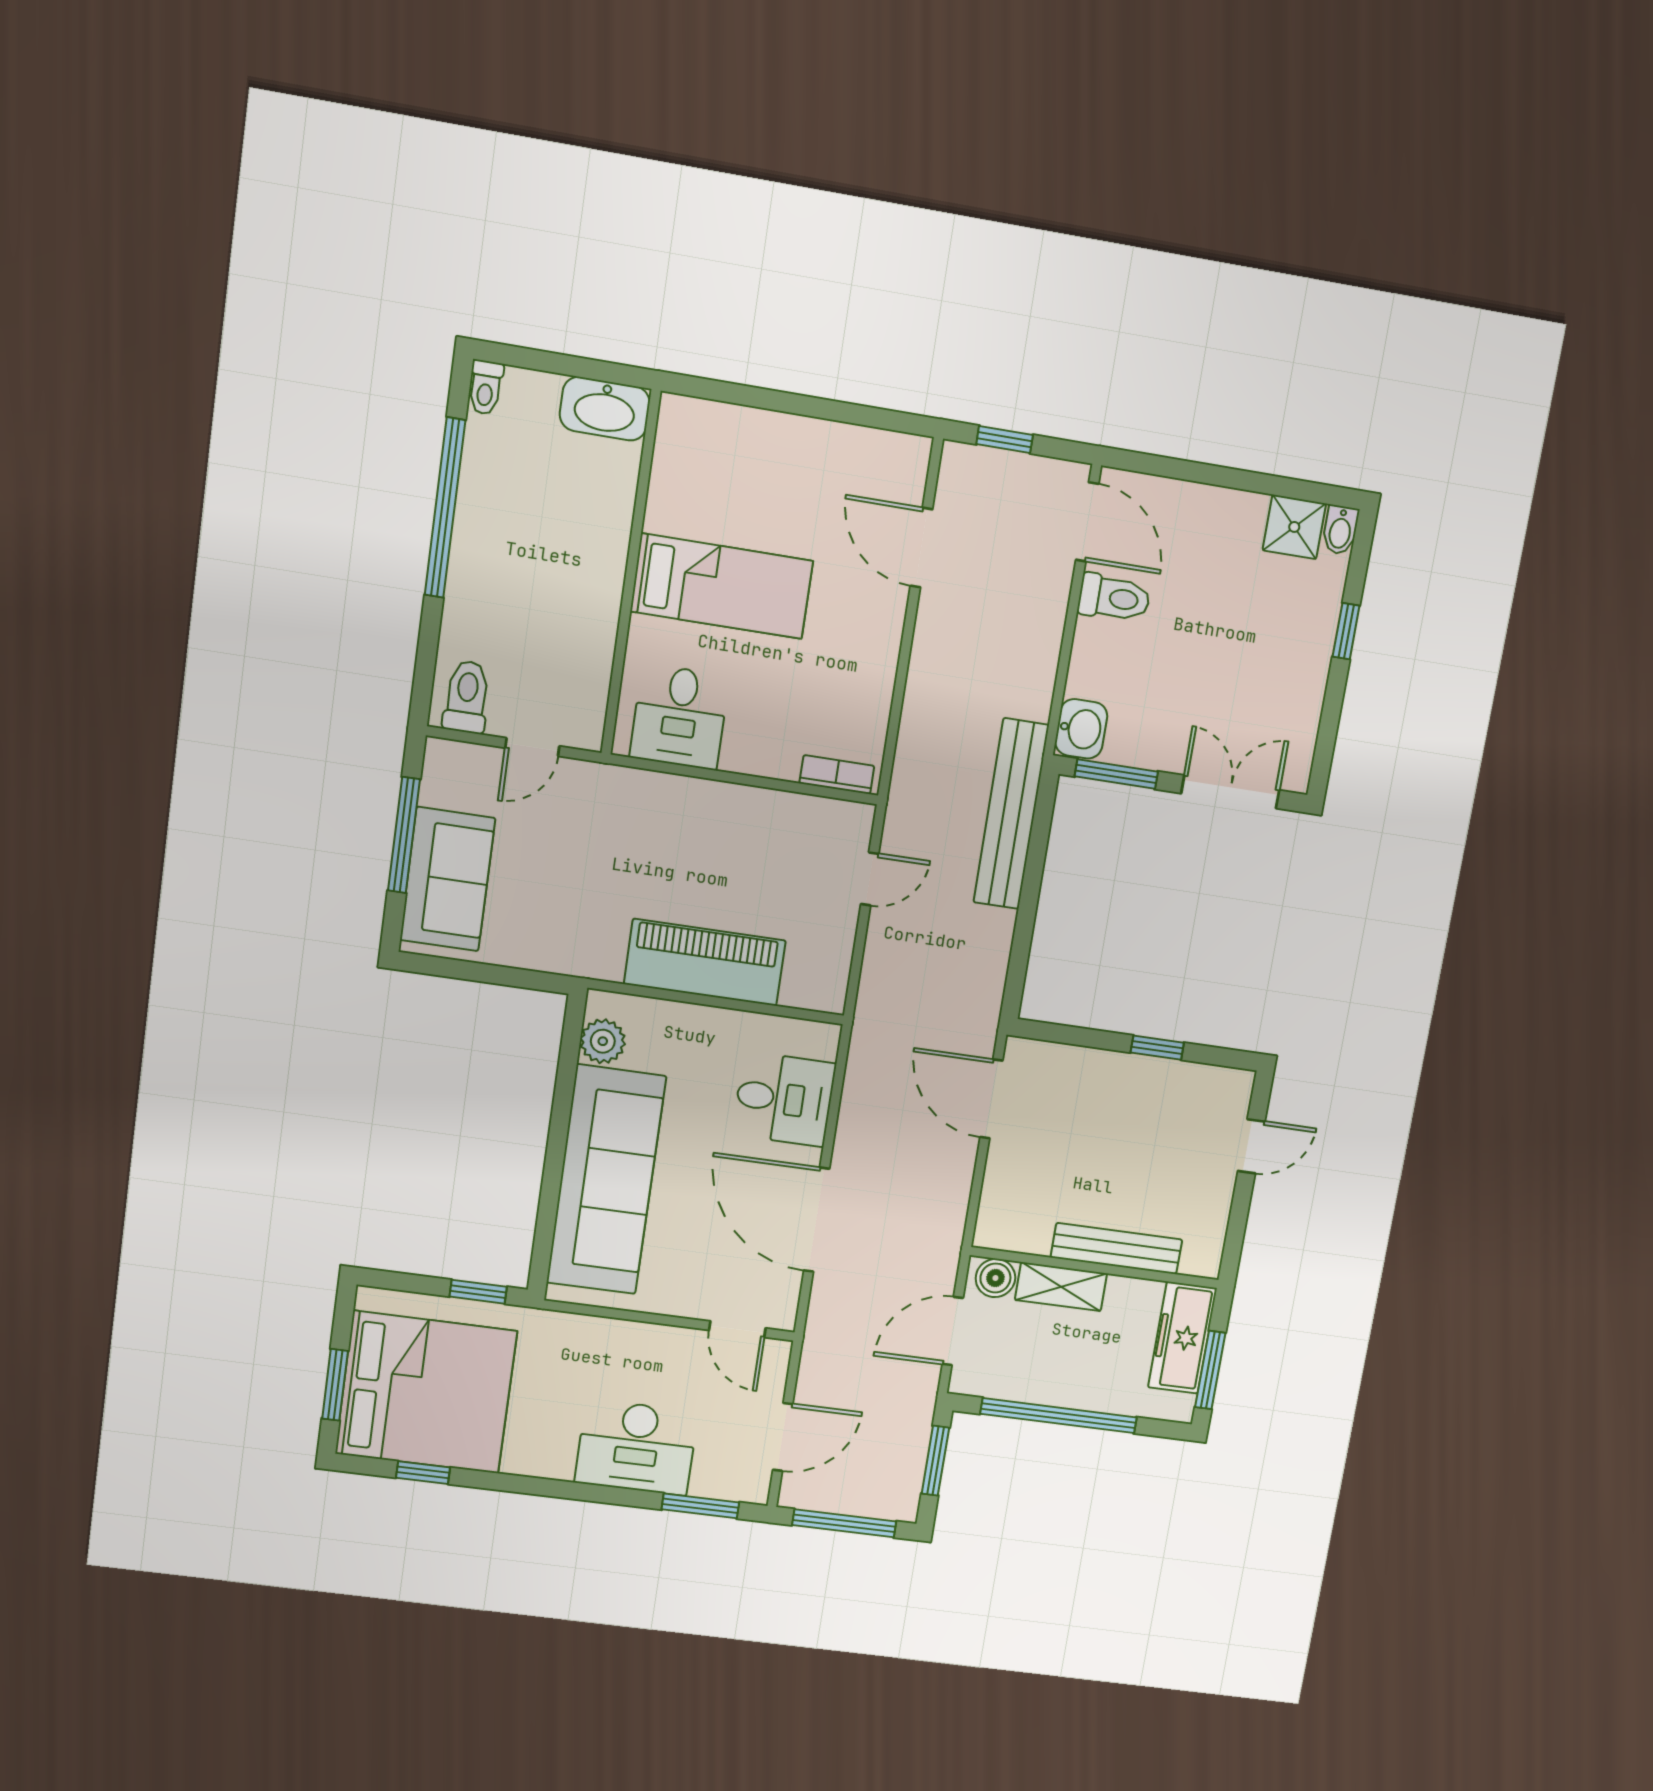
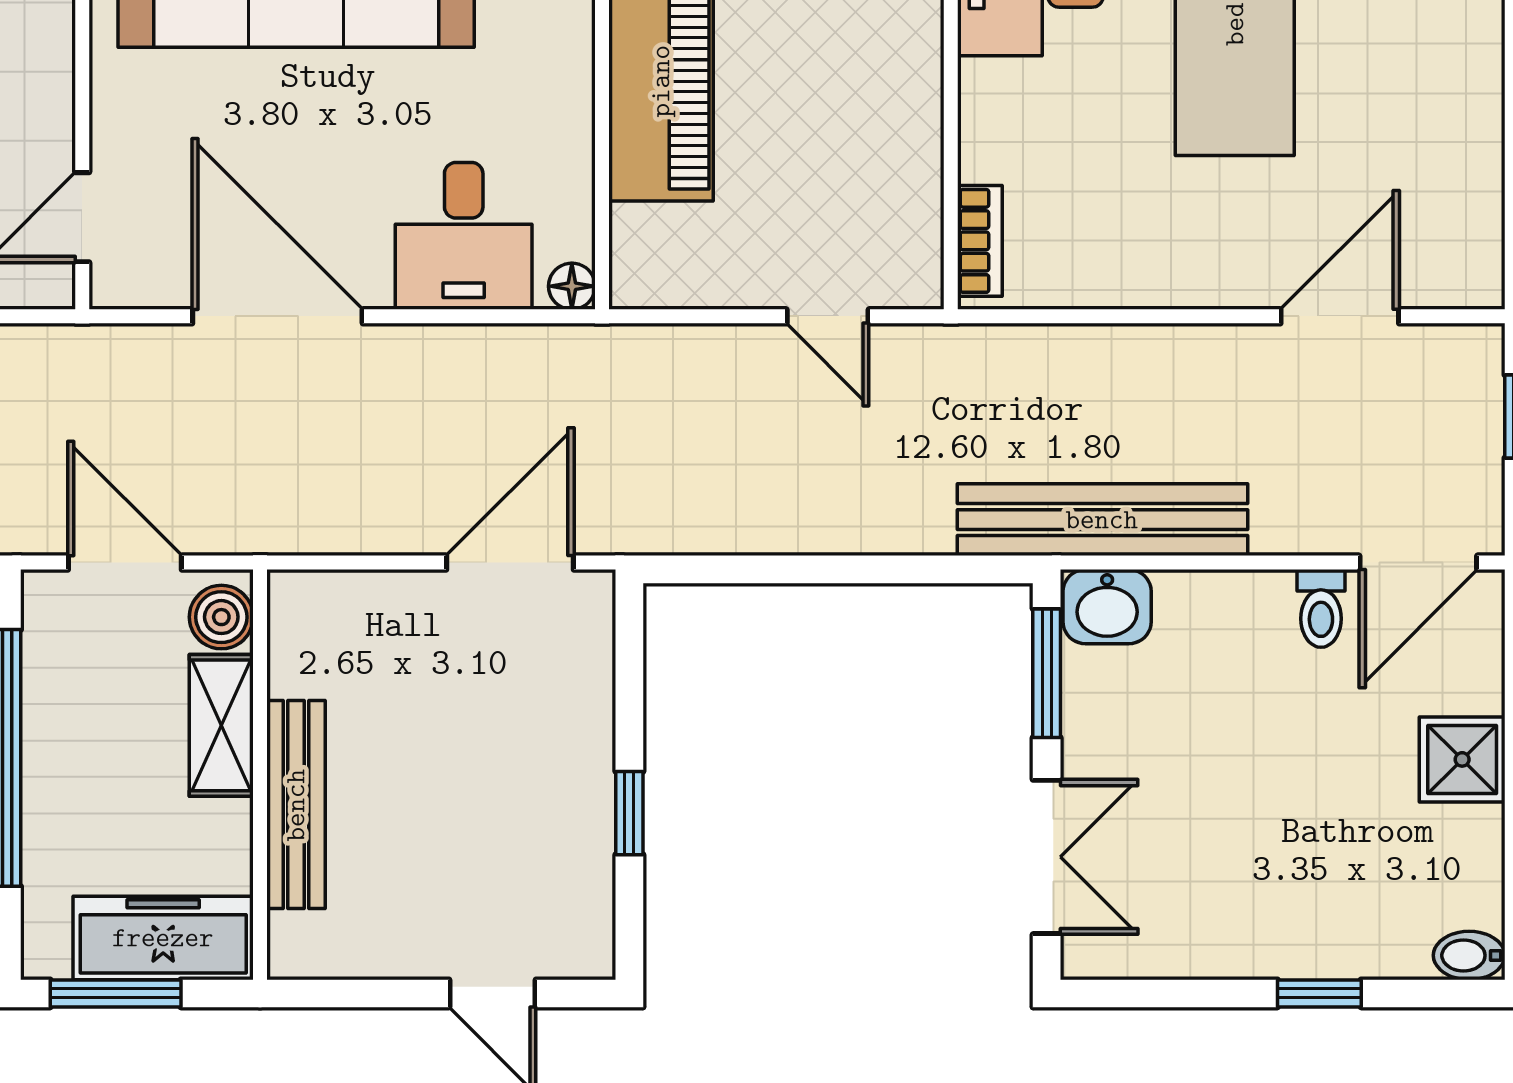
shower: (1294, 527) -> (1462, 759), moved
toilet: (1114, 598) -> (1321, 608), width x0.73, depth x0.72
bench: (1011, 814) -> (1102, 520), moved
floor lamp: (826, 1037) -> (572, 286), added
door: (817, 1220) -> (277, 316), hinge flipped

